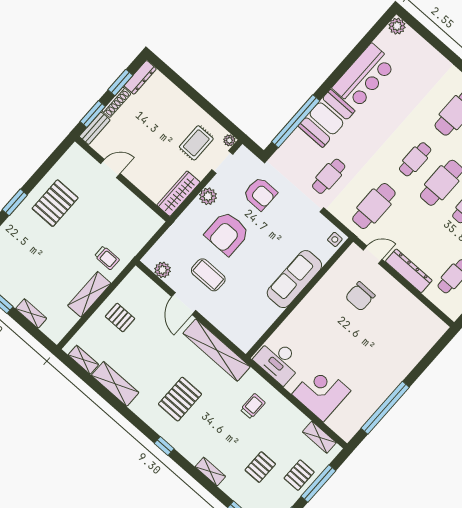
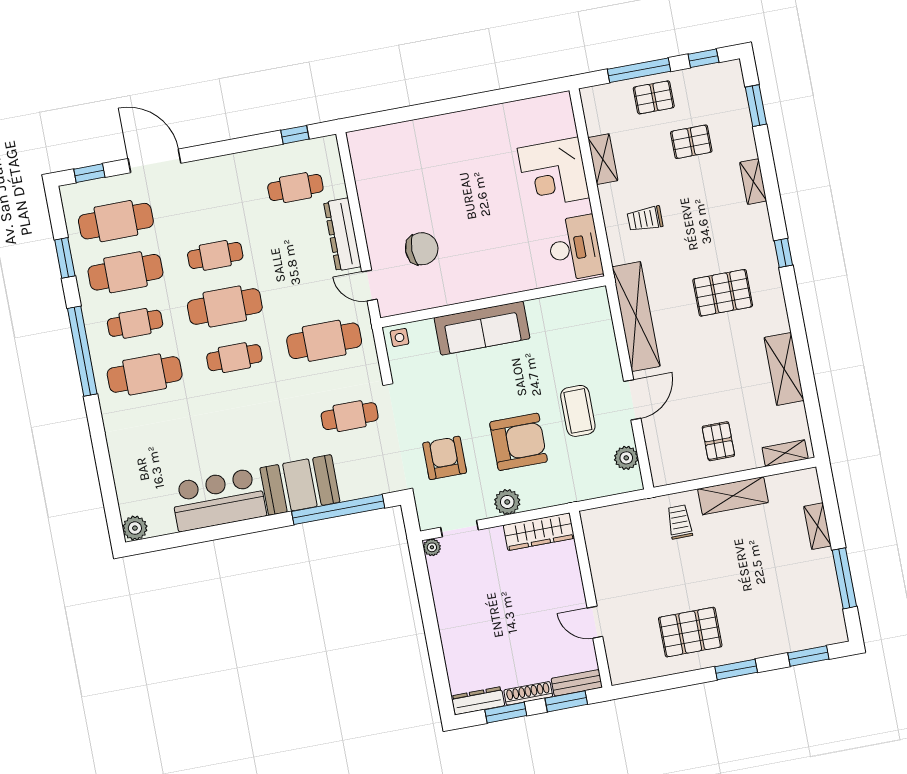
rug: (196, 143) -> (472, 574), removed
shelving: (83, 360) -> (785, 453), moved, turned 90
window: (385, 408) -> (494, 97), removed
shelving: (319, 437) -> (603, 159), moved

